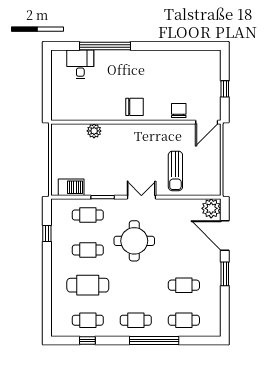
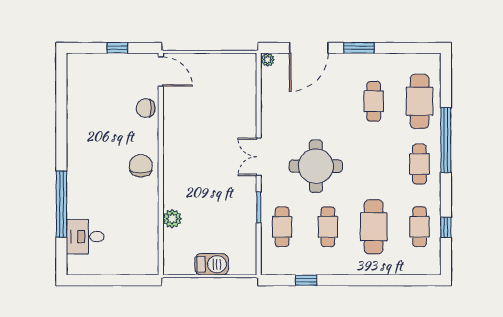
sun lounger: (175, 171) -> (225, 112), removed
barbecue: (71, 187) -> (212, 264), moved, turned 90
plant: (211, 208) -> (267, 60), width x0.53, depth x0.53
cafe table: (184, 320) -> (419, 101), width x1.37, depth x1.35

